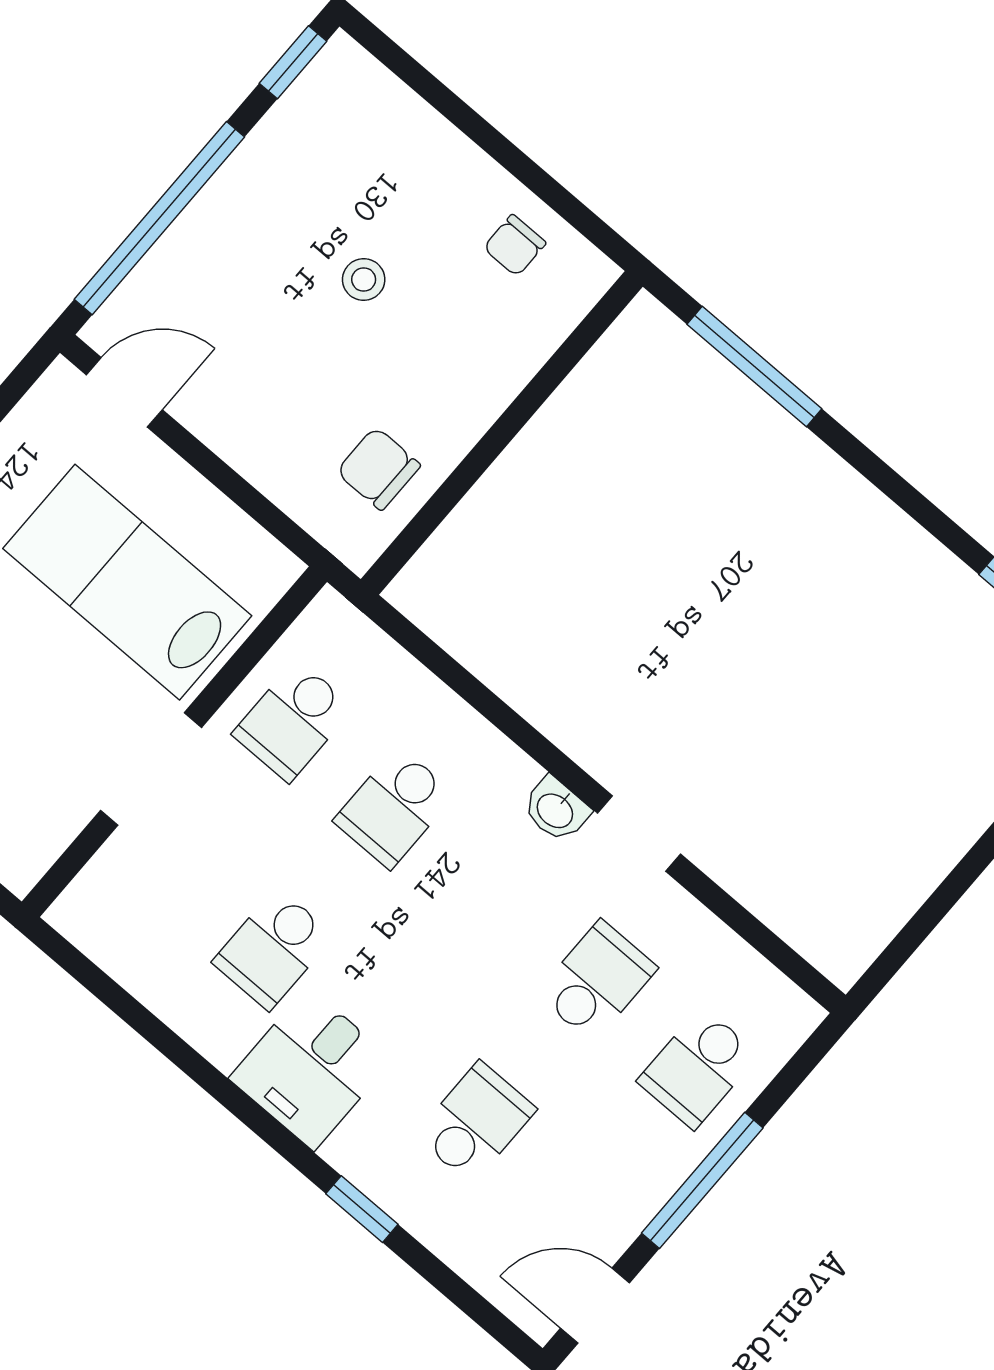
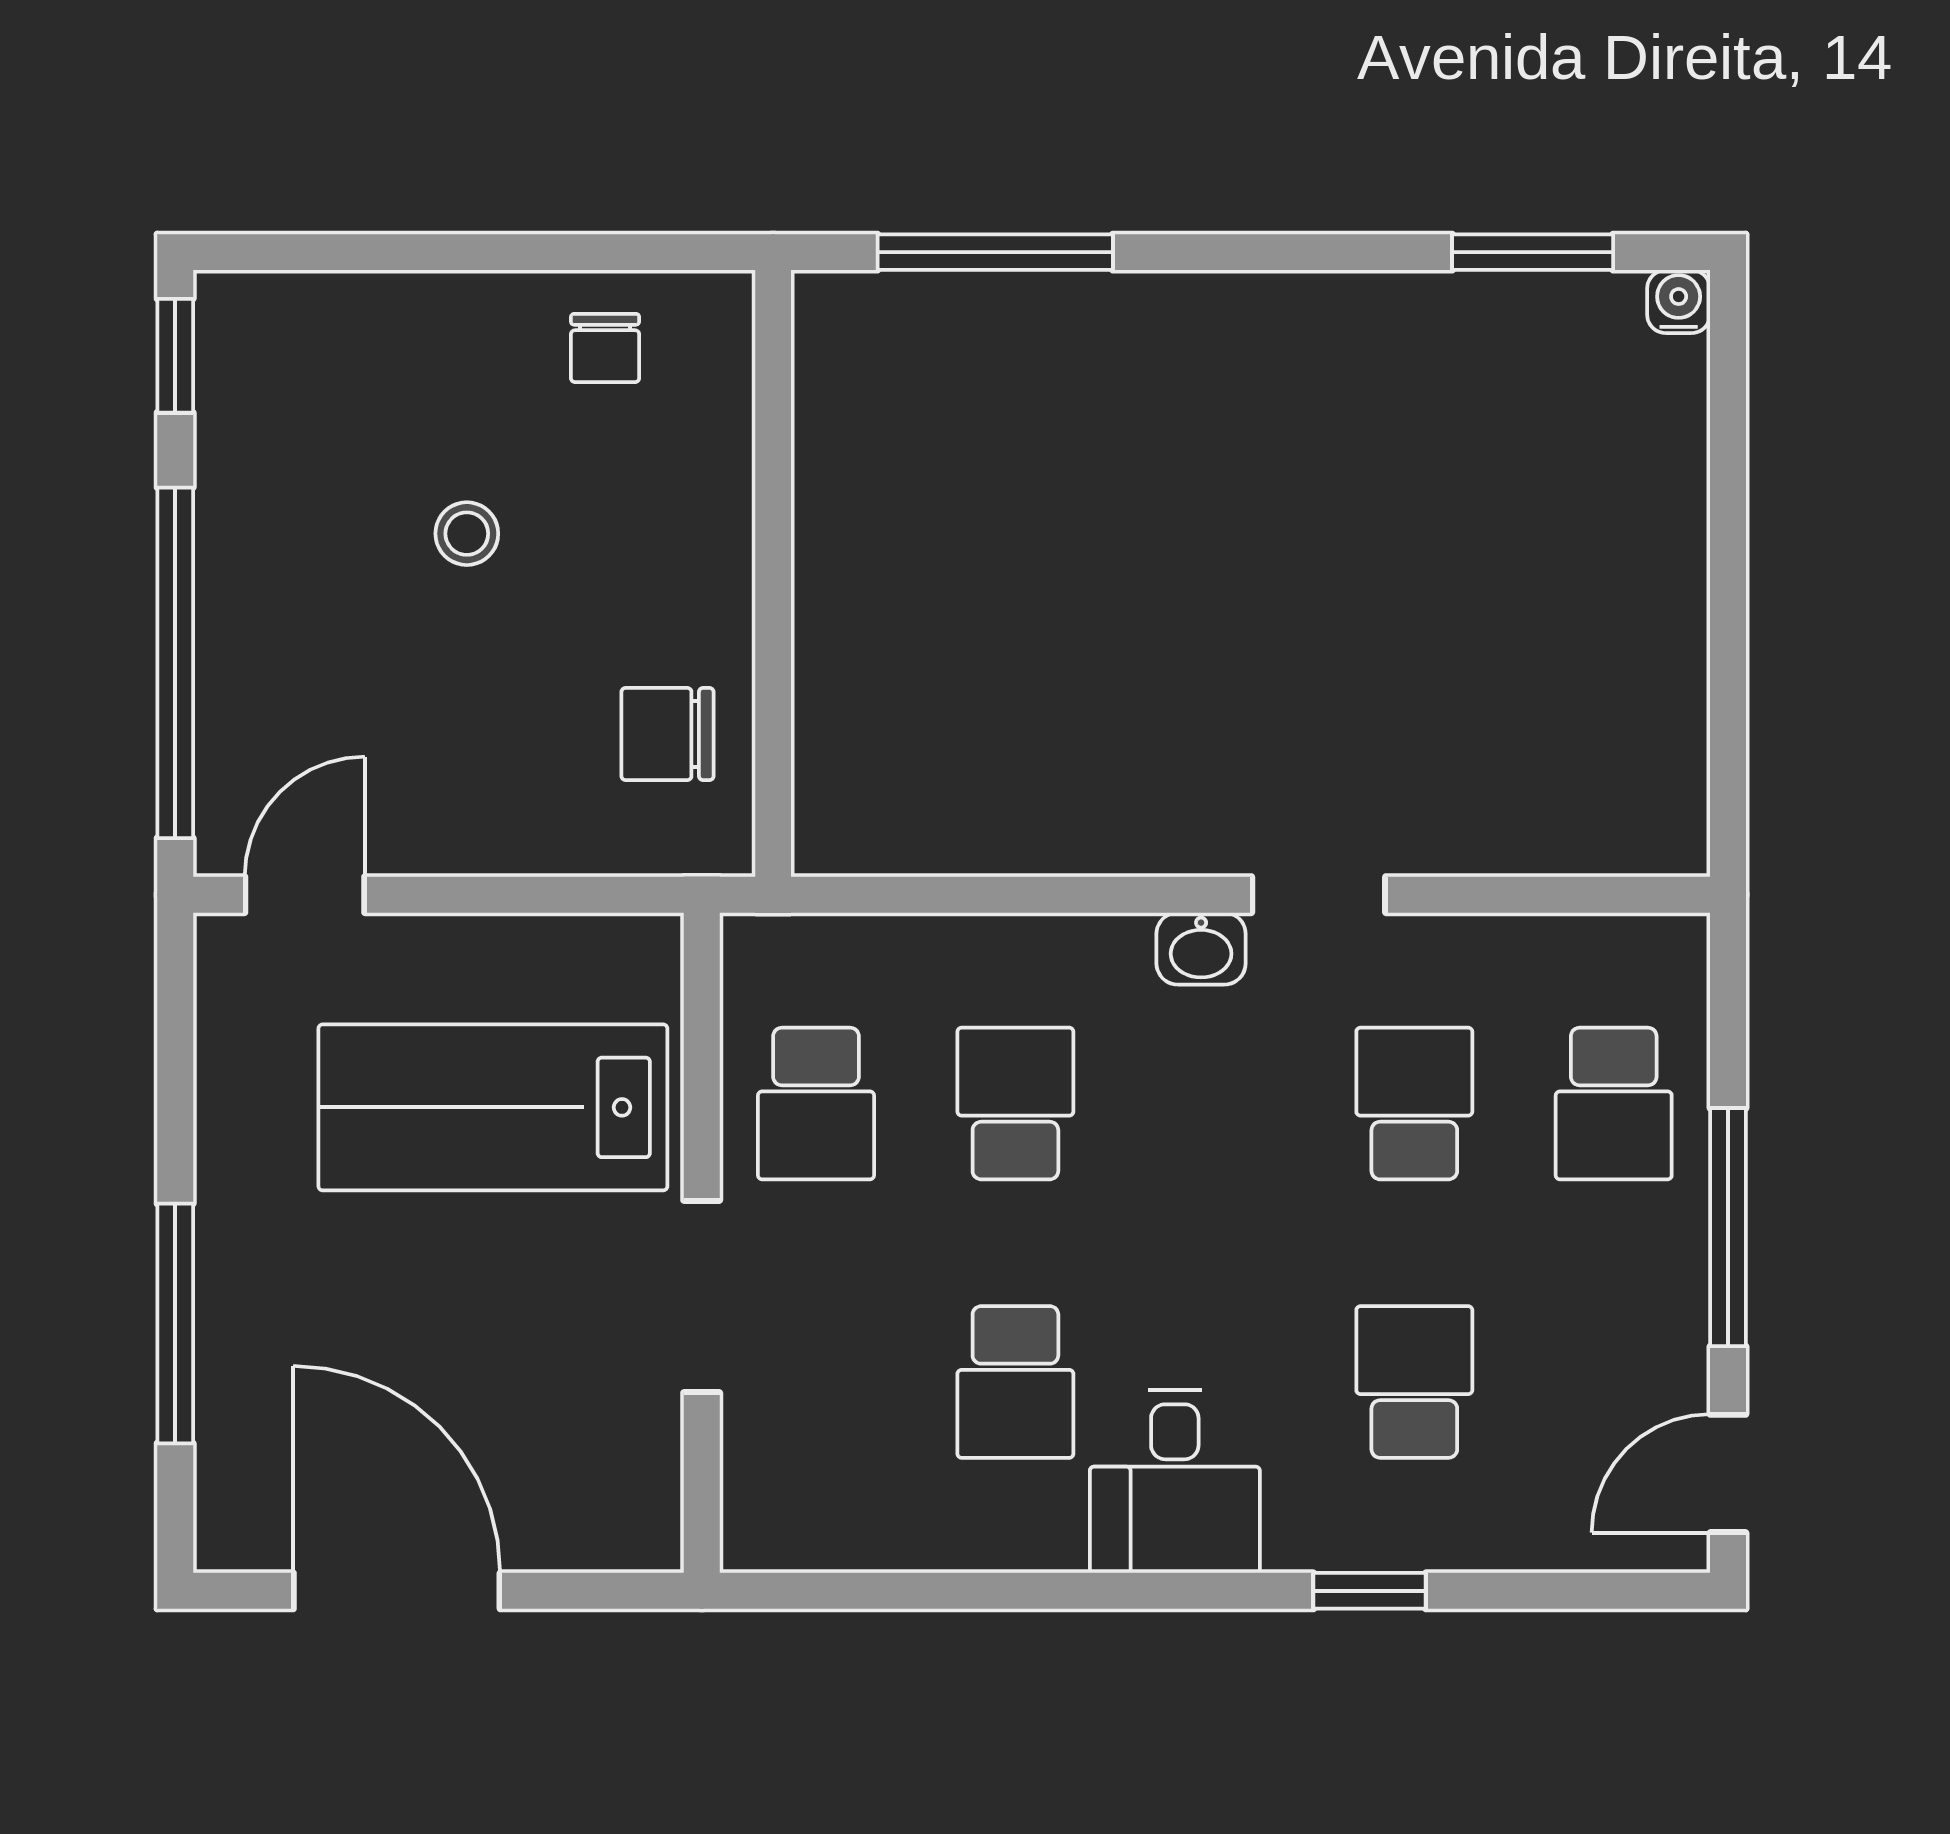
school desk: (394, 808) -> (1015, 1104), turned 180

